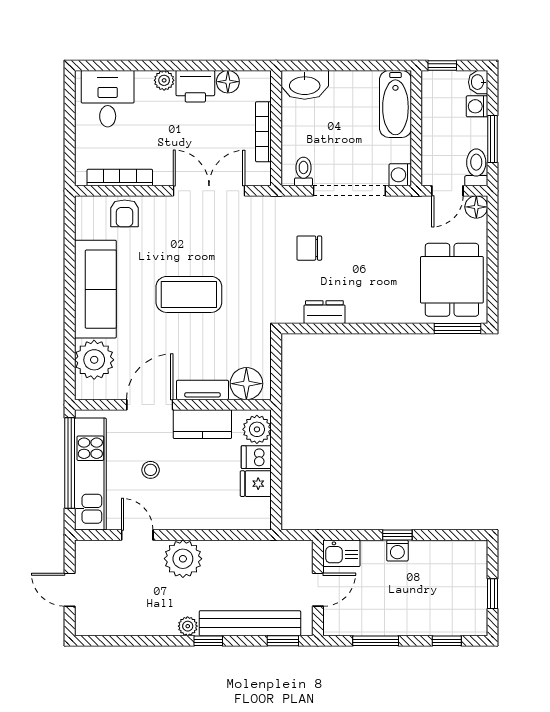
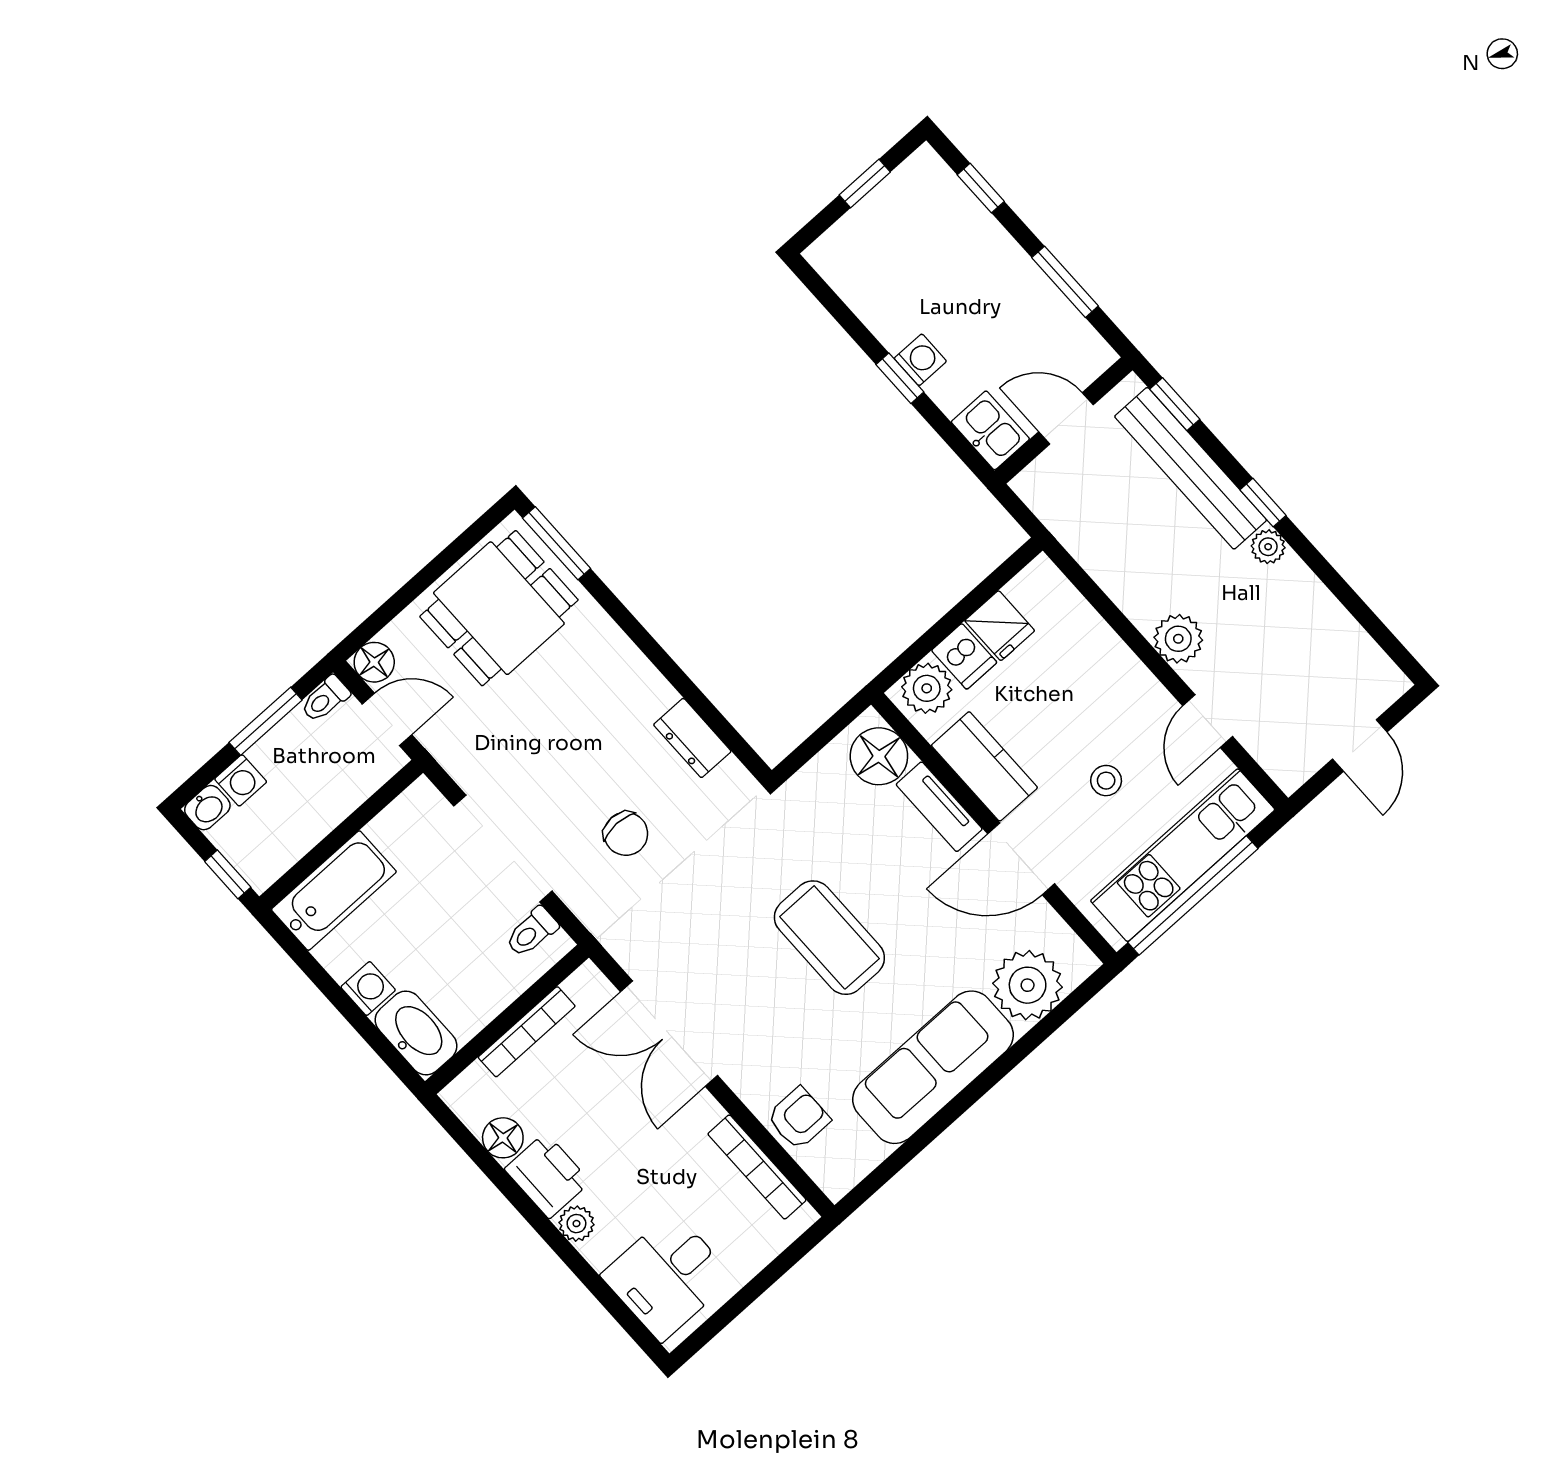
toilet: (476, 167) -> (325, 699), width x0.73, depth x0.72
washing machine: (400, 175) -> (368, 989), moved, turned -90
plant: (183, 559) -> (1178, 639), width x0.73, depth x0.73

